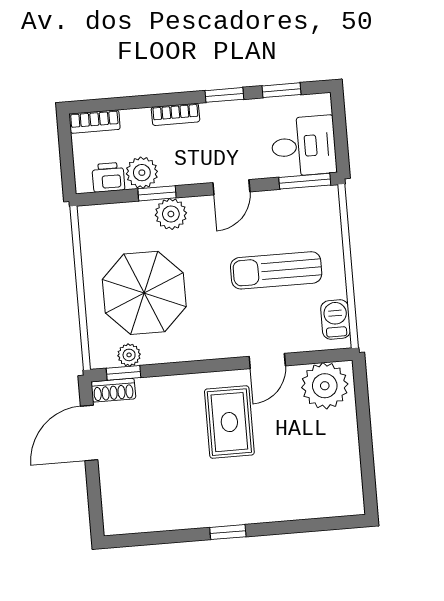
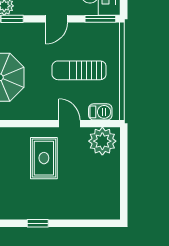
plant: (171, 214) -> (19, 32), removed
barbecue: (336, 320) -> (100, 112), moved, turned 90
door: (267, 361) -> (69, 124), swing flipped

